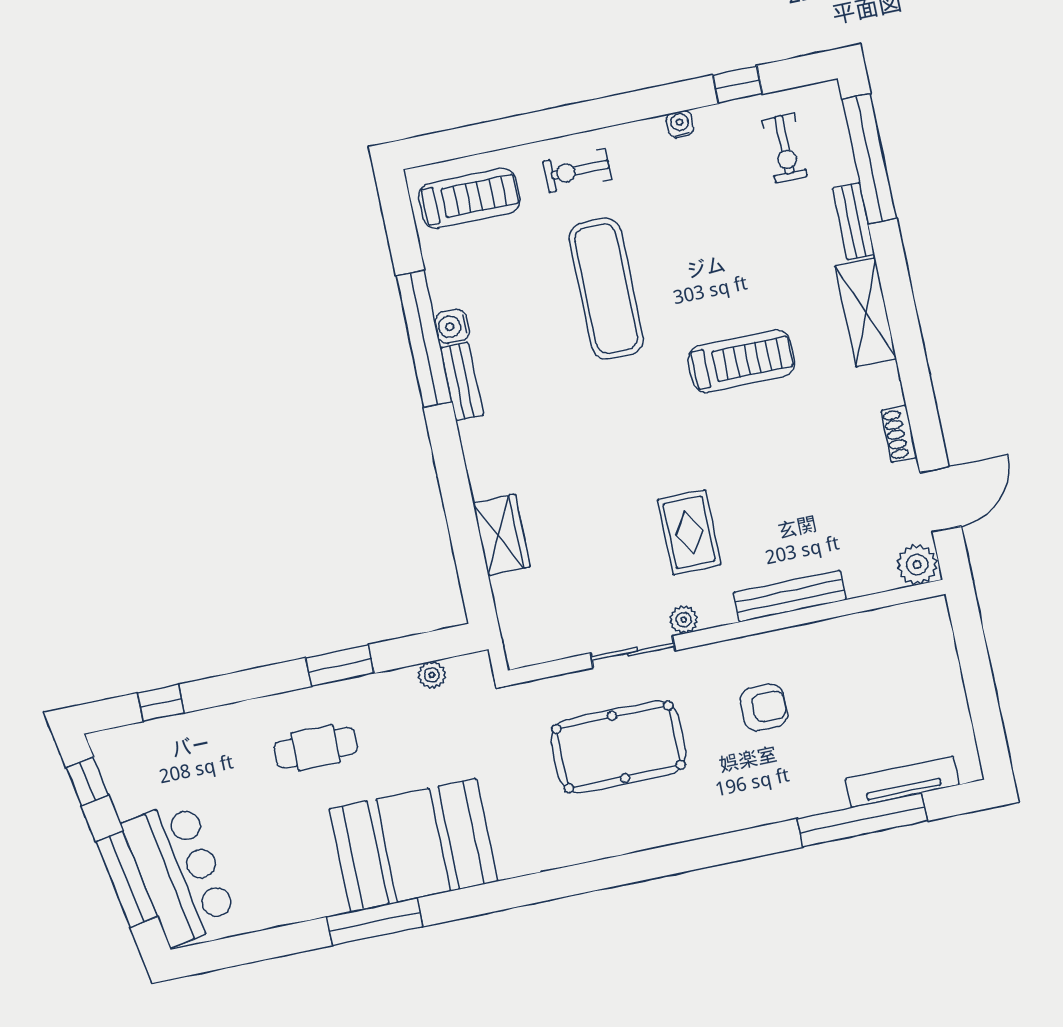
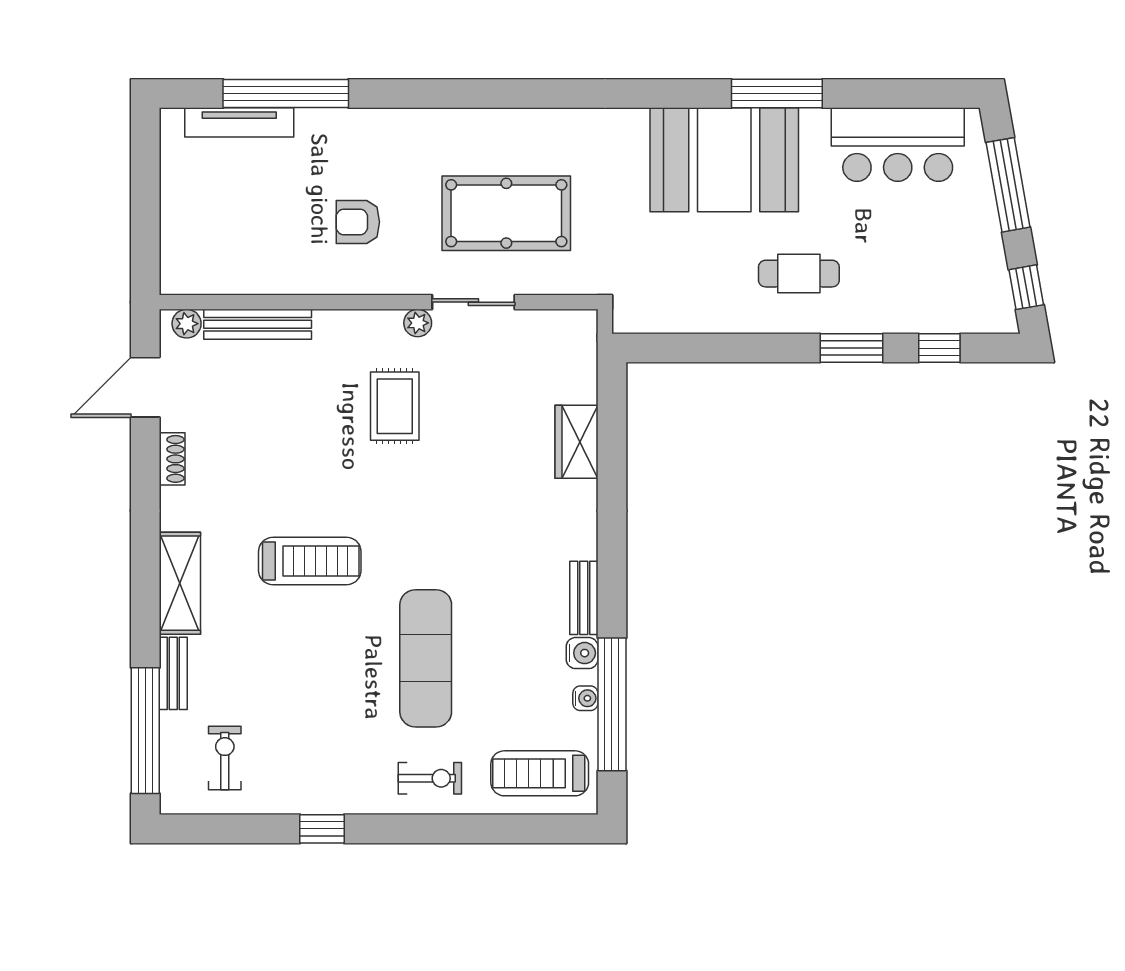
window: (738, 85) -> (322, 829), moved
water cooler: (680, 124) -> (585, 698), moved, turned -90
window: (424, 339) -> (612, 704), moved
treadmill: (741, 361) -> (310, 561), turned 180
plant: (917, 565) -> (187, 324), width x0.73, depth x0.73
bench: (790, 596) -> (258, 324), moved
window: (340, 665) -> (851, 348), moved
plant: (432, 675) -> (672, 320), removed
bar counter: (180, 872) -> (898, 145), moved, turned -80

